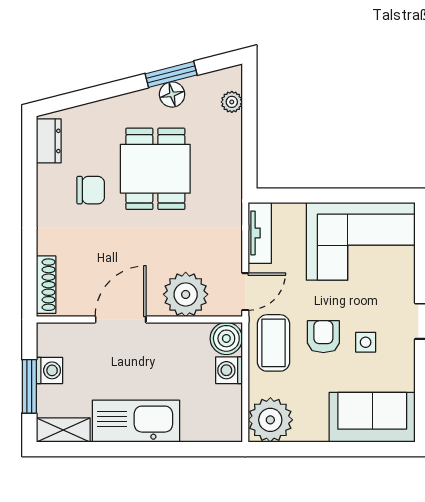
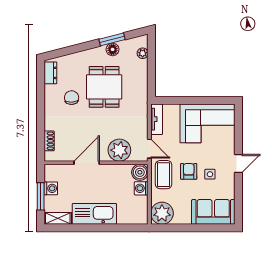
chair: (91, 190) -> (72, 98), turned -93
shoe rack: (46, 285) -> (49, 141), width x0.70
door: (245, 292) -> (149, 149), hinge flipped

